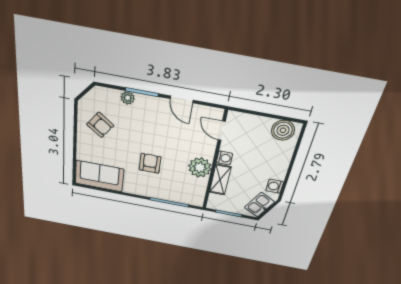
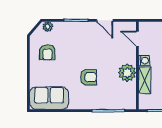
plant: (128, 98) -> (48, 27), moved
armchair: (100, 125) -> (47, 52), turned 54
armchair: (150, 163) -> (88, 77), turned 90

